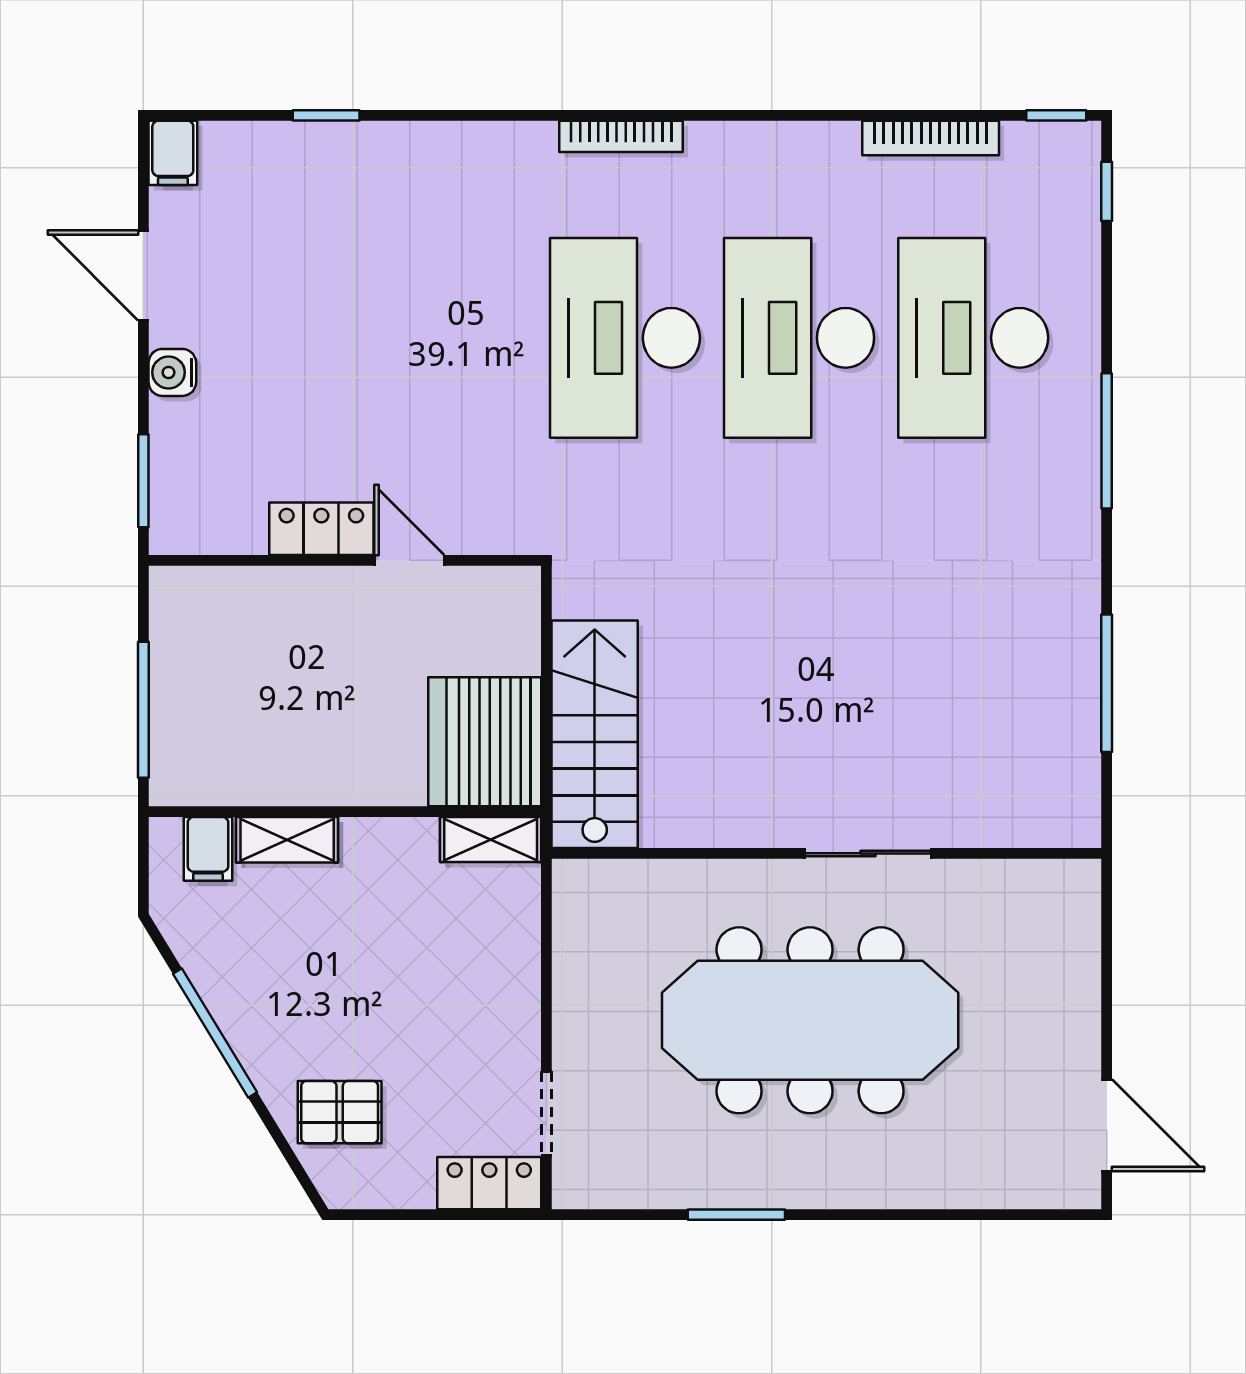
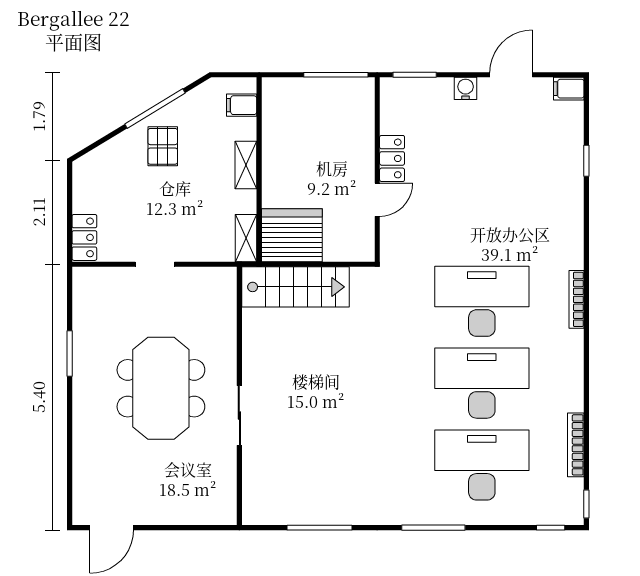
window: (143, 710) -> (336, 75), moved
shelving: (287, 840) -> (246, 165), moved
meeting table: (810, 1020) -> (161, 388), width x0.73
pallet: (340, 1112) -> (163, 146), moved
doorway: (546, 1113) -> (155, 264), moved

